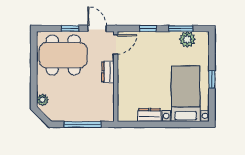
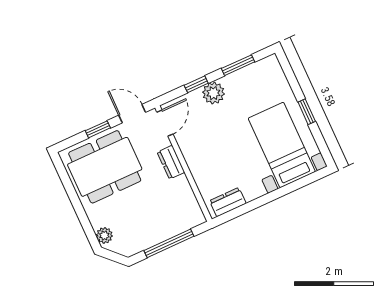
plant: (187, 39) -> (213, 93), moved
dresser: (149, 115) -> (228, 202), moved

